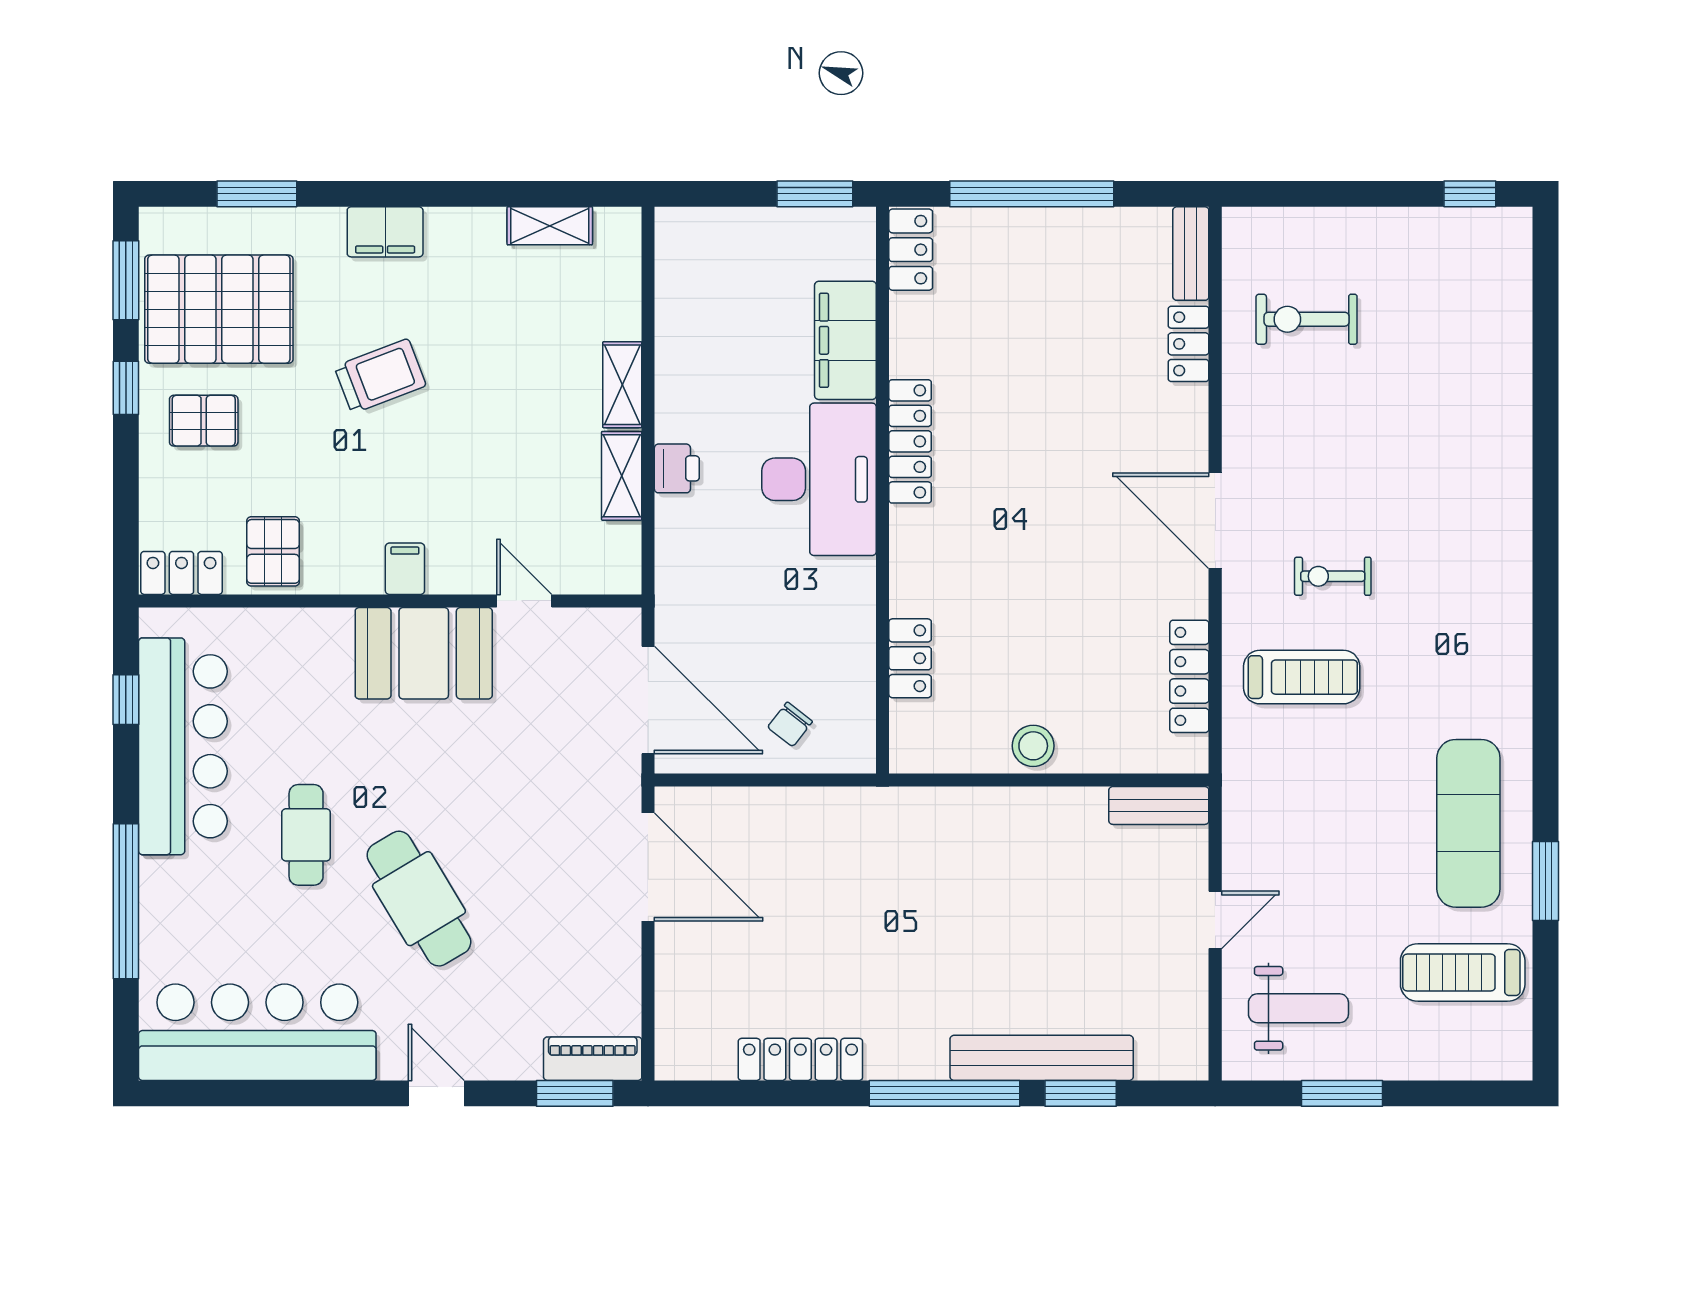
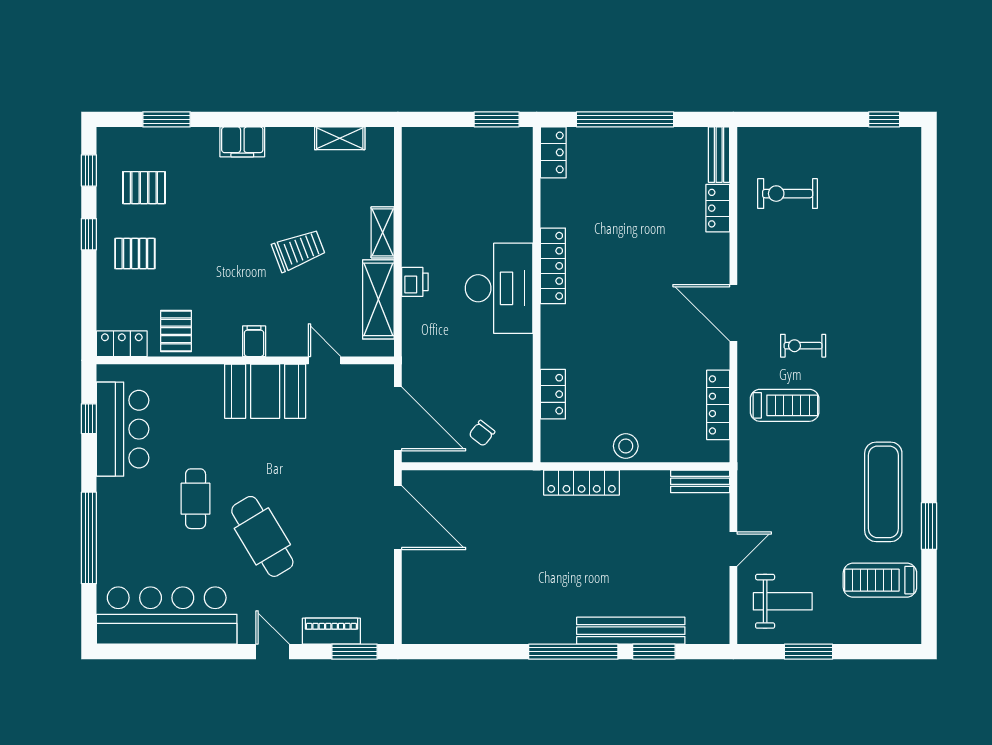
window: (126, 280) -> (89, 170), width x0.67
pallet: (219, 309) -> (144, 188), width x0.49, depth x0.50
filing cabinet: (845, 340) -> (515, 206), removed
trolley: (380, 376) -> (298, 250), moved
shelving: (622, 476) -> (378, 299), width x1.50, depth x1.33
bar counter: (183, 746) -> (123, 429), width x0.73
piano: (593, 1059) -> (331, 631), moved
locker: (800, 1059) -> (582, 483), moved, turned 180

